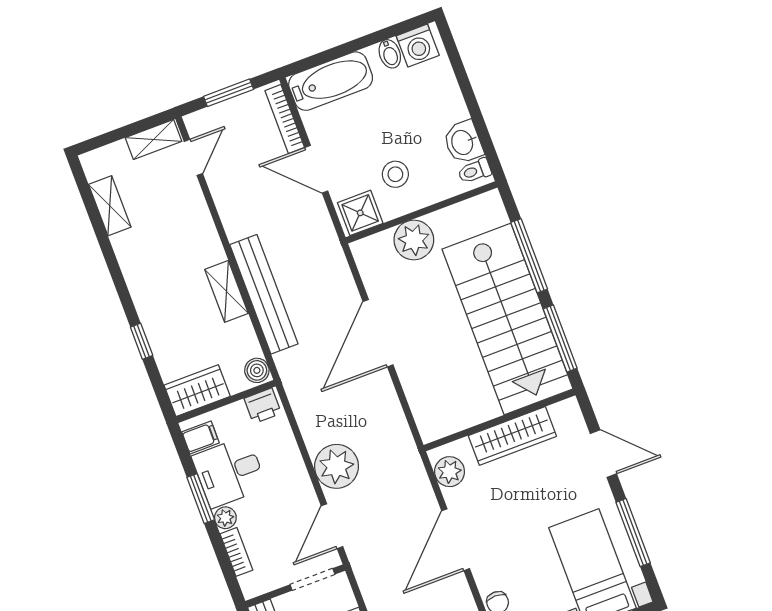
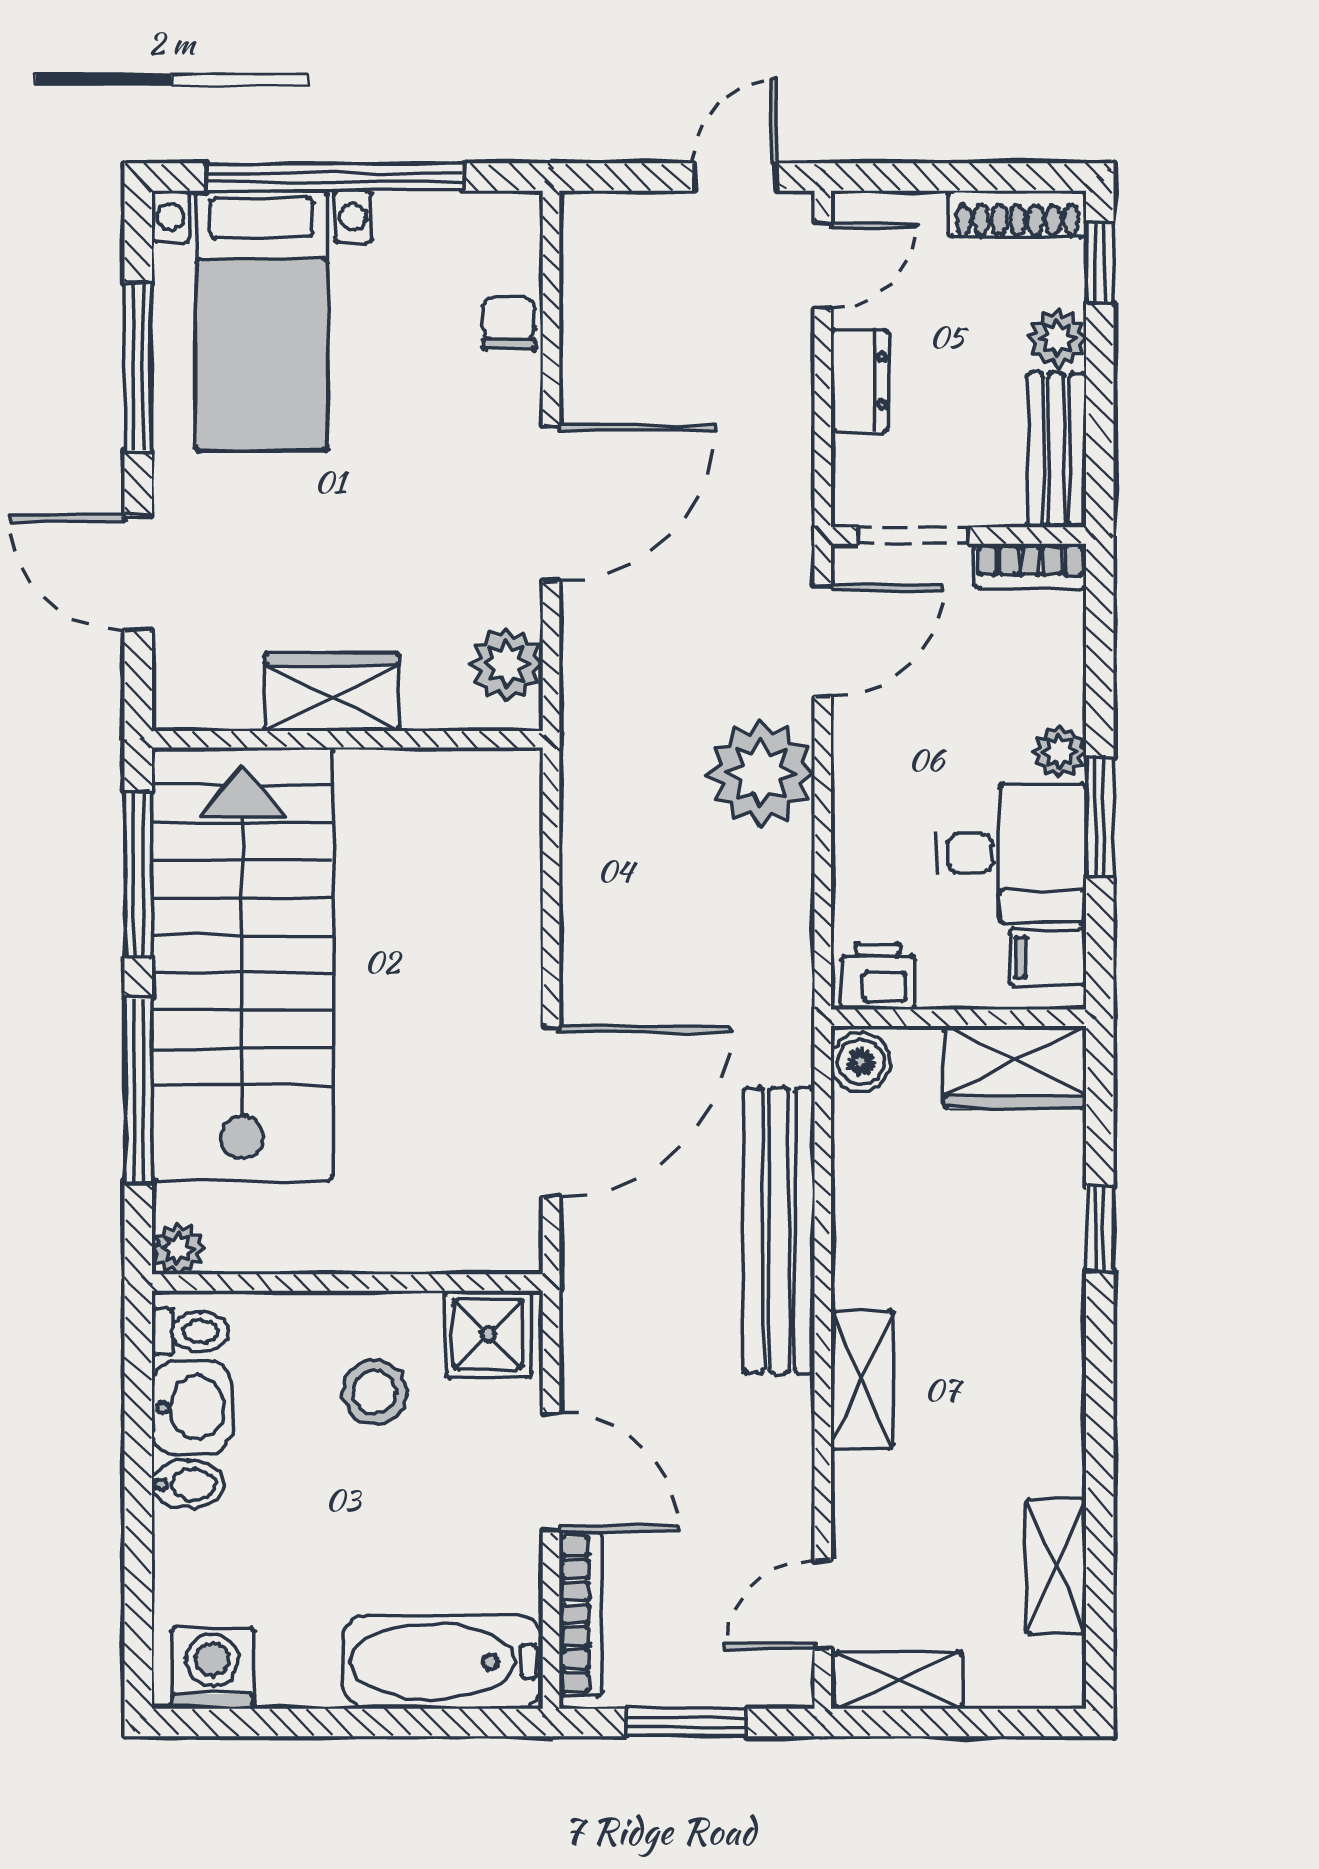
bidet: (390, 54) -> (188, 1484), moved, turned 90
plant: (414, 240) -> (178, 1248), moved, width x0.53, depth x0.53
shelving: (227, 291) -> (862, 1380), moved
door: (378, 333) -> (551, 1112), moved
wardrobe: (512, 436) -> (332, 692), width x0.67
bookcase: (236, 552) -> (1030, 566), moved, turned -90

